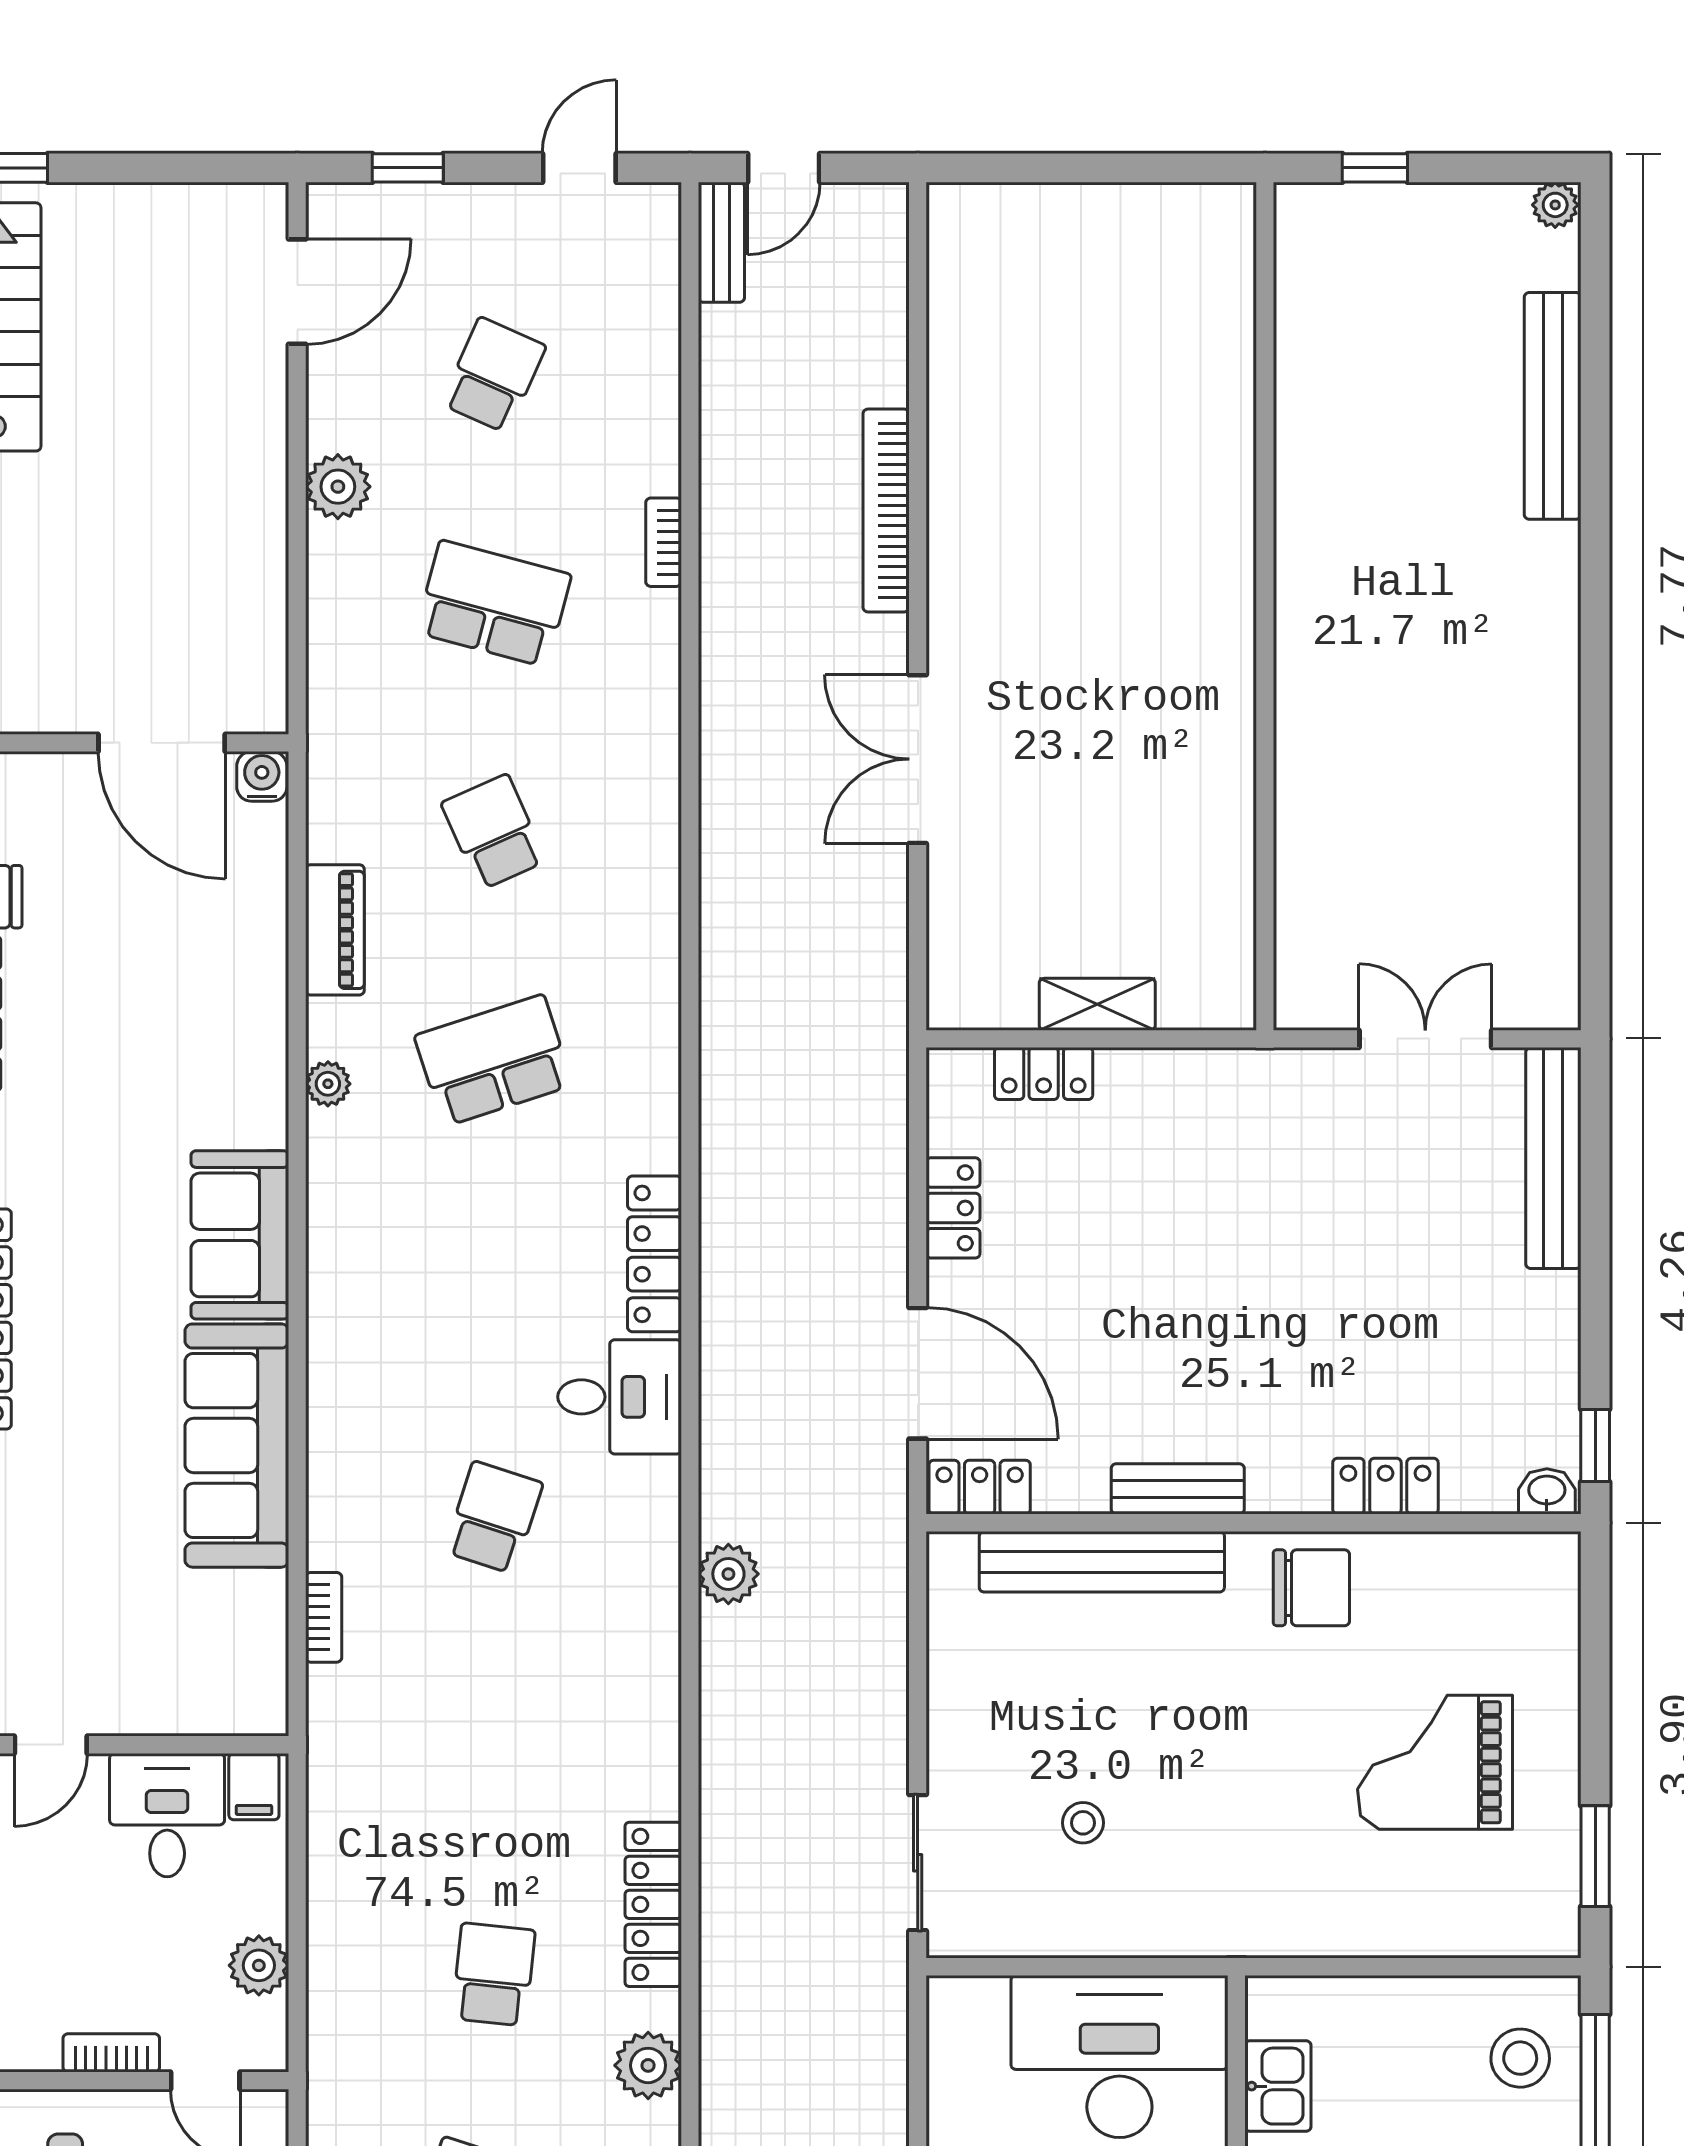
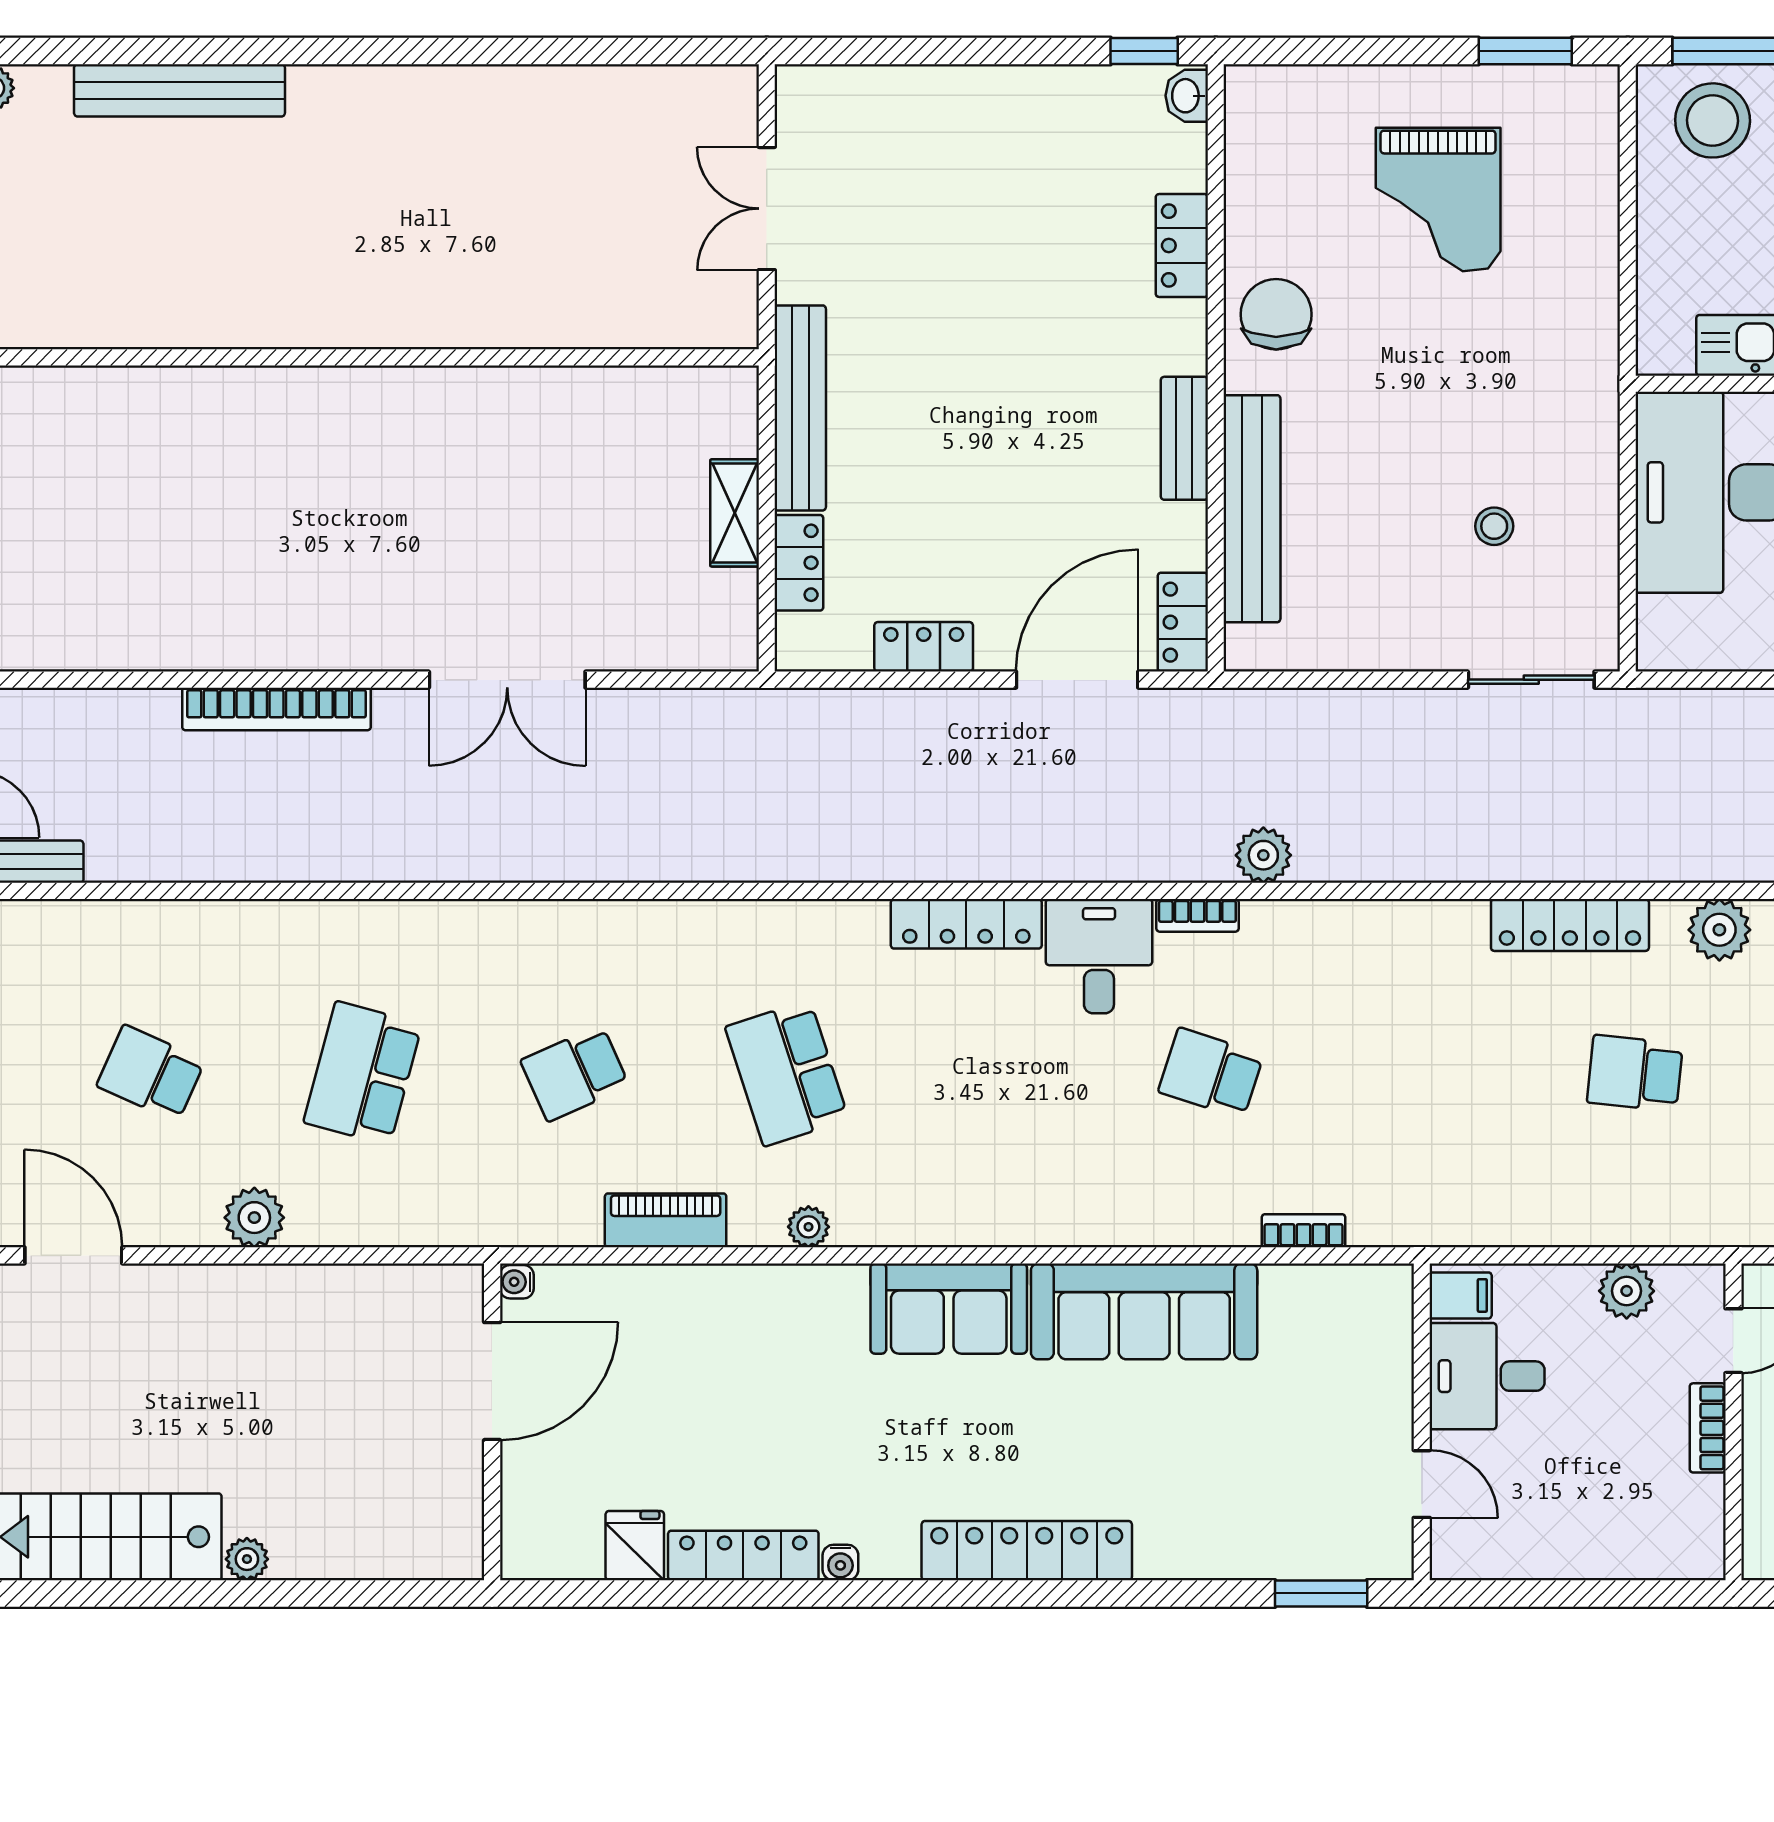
bookcase: (664, 542) -> (1197, 915), moved
water cooler: (262, 776) -> (517, 1282), width x0.72, depth x0.72
bench: (1553, 1158) -> (800, 408), moved, turned 90
stool: (1520, 2058) -> (1713, 120), width x1.38, depth x1.38

